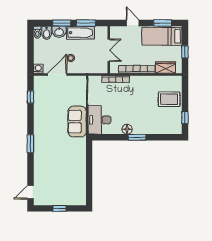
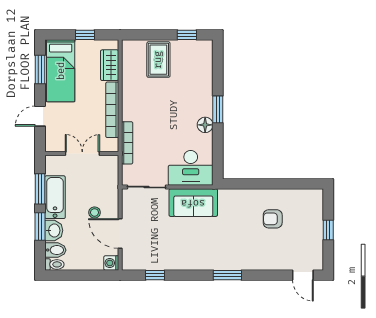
armchair: (67, 173) -> (273, 219), added

